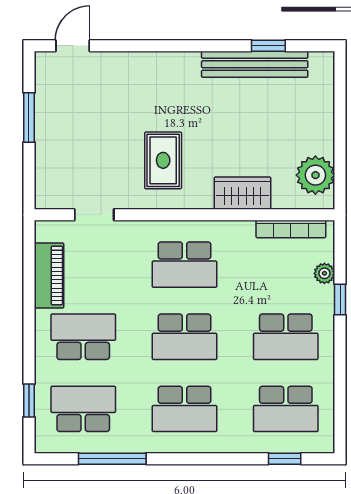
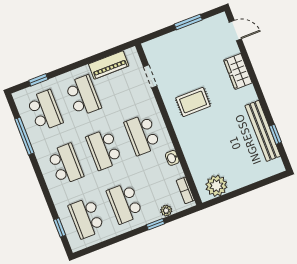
wardrobe: (242, 193) -> (238, 71), moved, turned 180
bookcase: (291, 229) -> (185, 190), width x0.64
washbasin: (242, 230) -> (172, 158), added
school desk: (185, 409) -> (66, 164), turned 180

